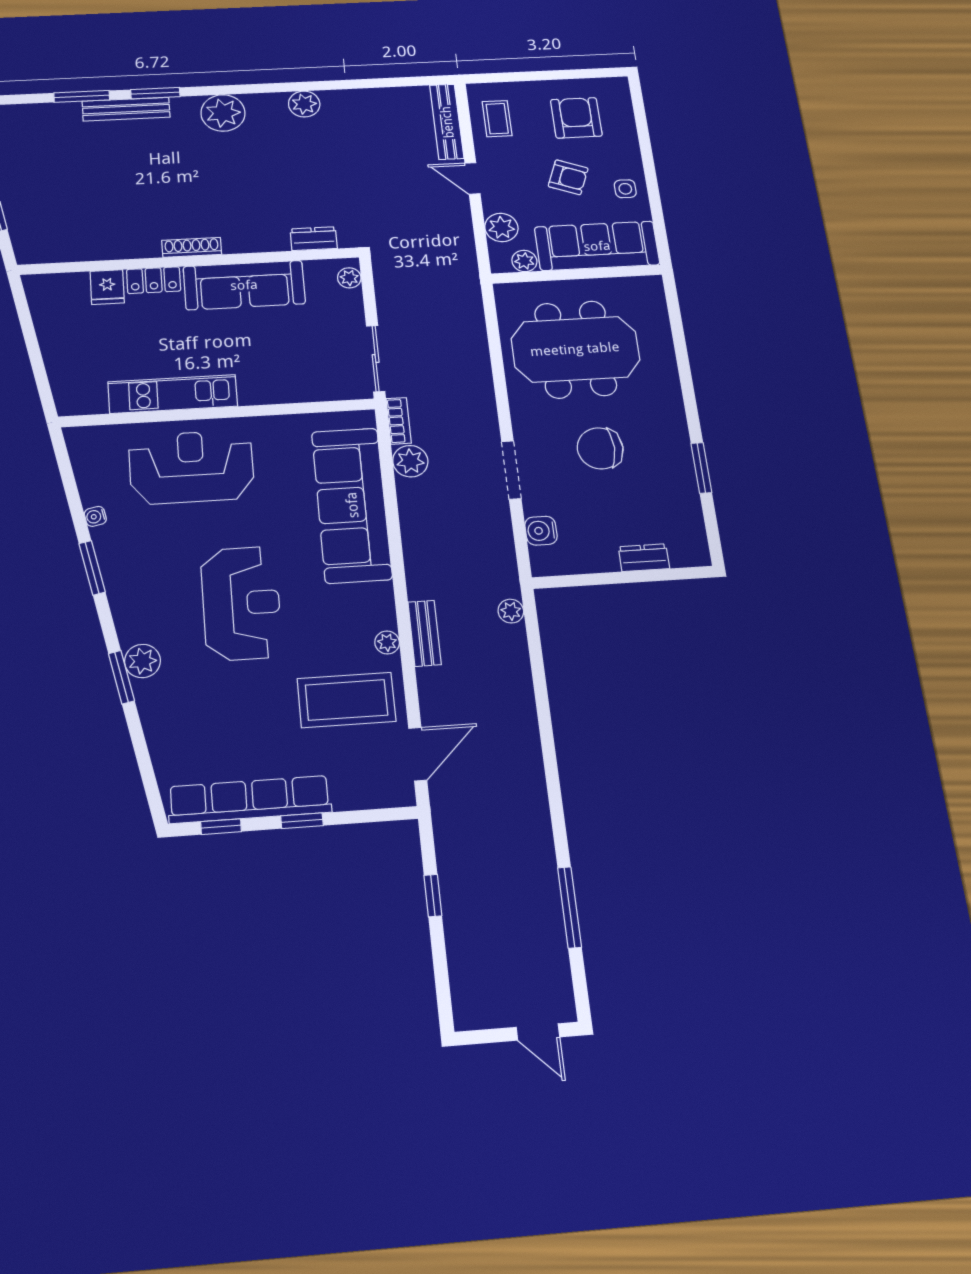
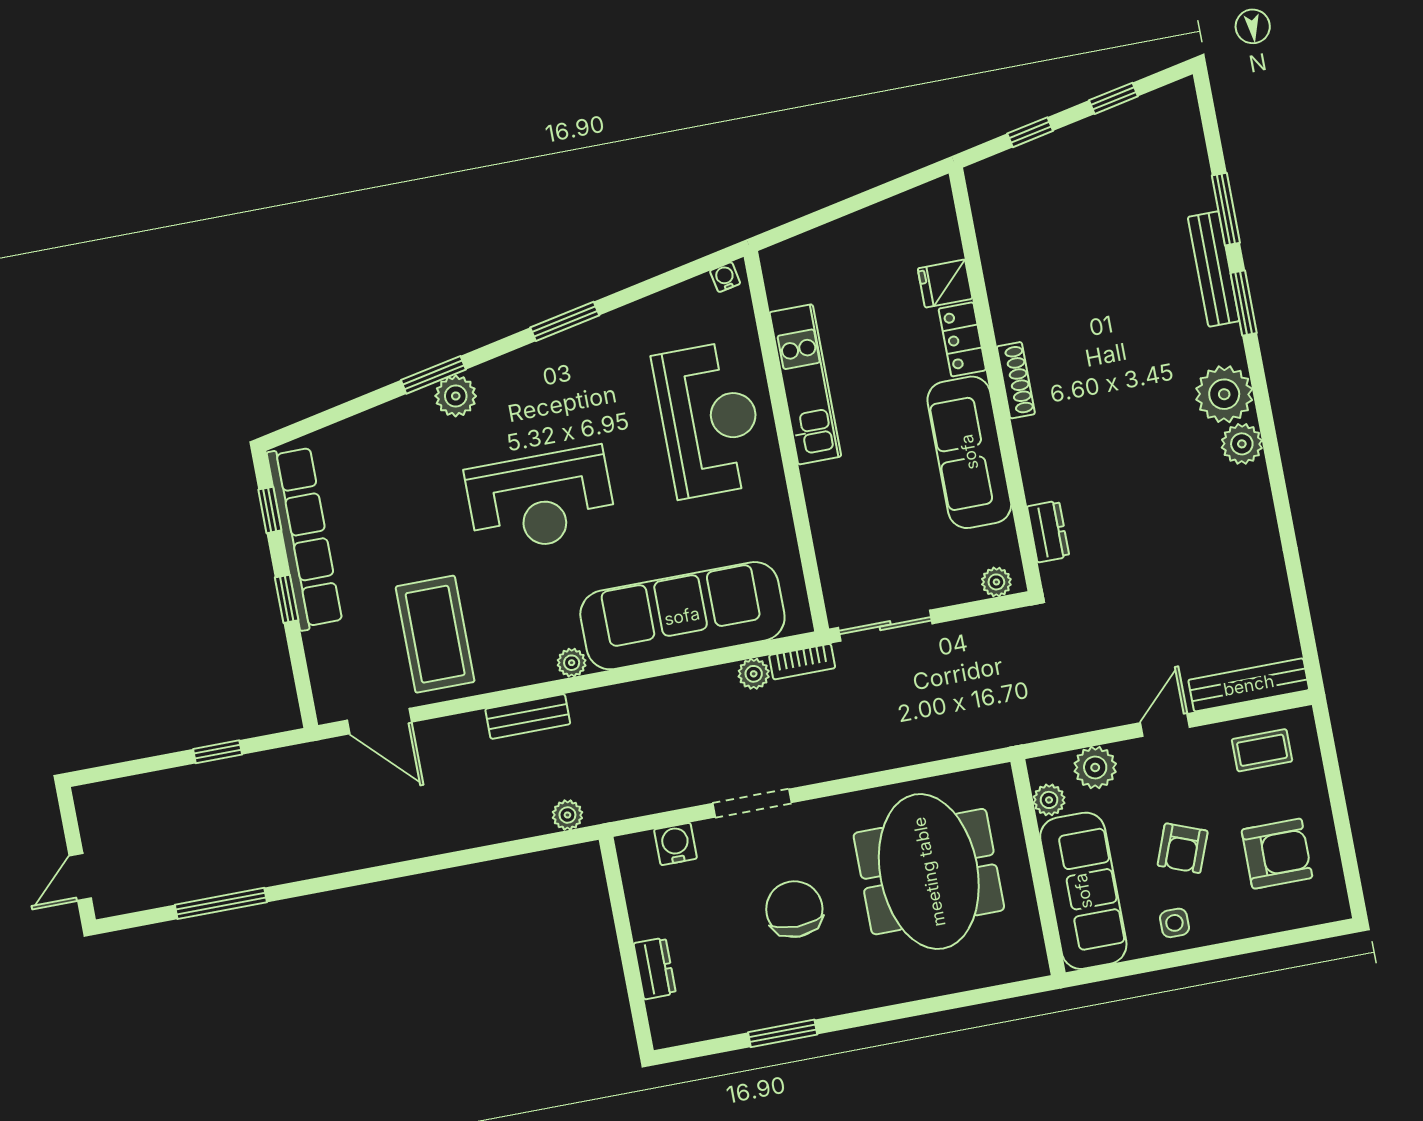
plant: (304, 104) -> (1242, 444), moved
plant: (410, 461) -> (754, 674), width x0.73, depth x0.73
water cooler: (95, 516) -> (725, 277), moved
plant: (387, 642) -> (572, 663), moved

